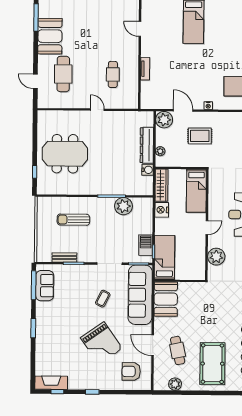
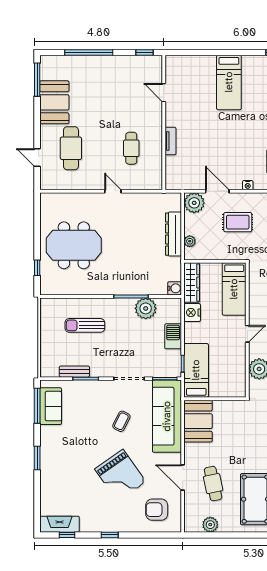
water cooler: (148, 170) -> (175, 288), moved
barbecue: (146, 245) -> (173, 336), moved

